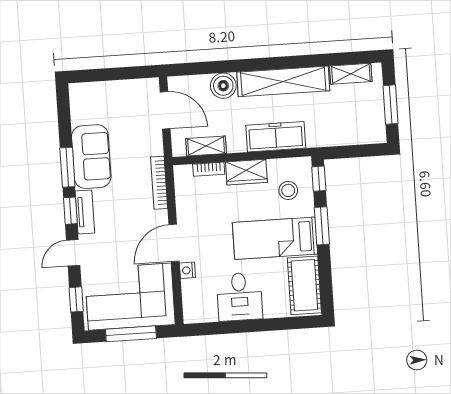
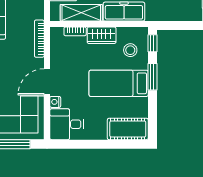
shelving: (206, 146) -> (81, 13), width x1.50, depth x1.33
cot: (304, 285) -> (128, 129), moved, turned 90
desk: (239, 297) -> (67, 124), moved, turned 90

